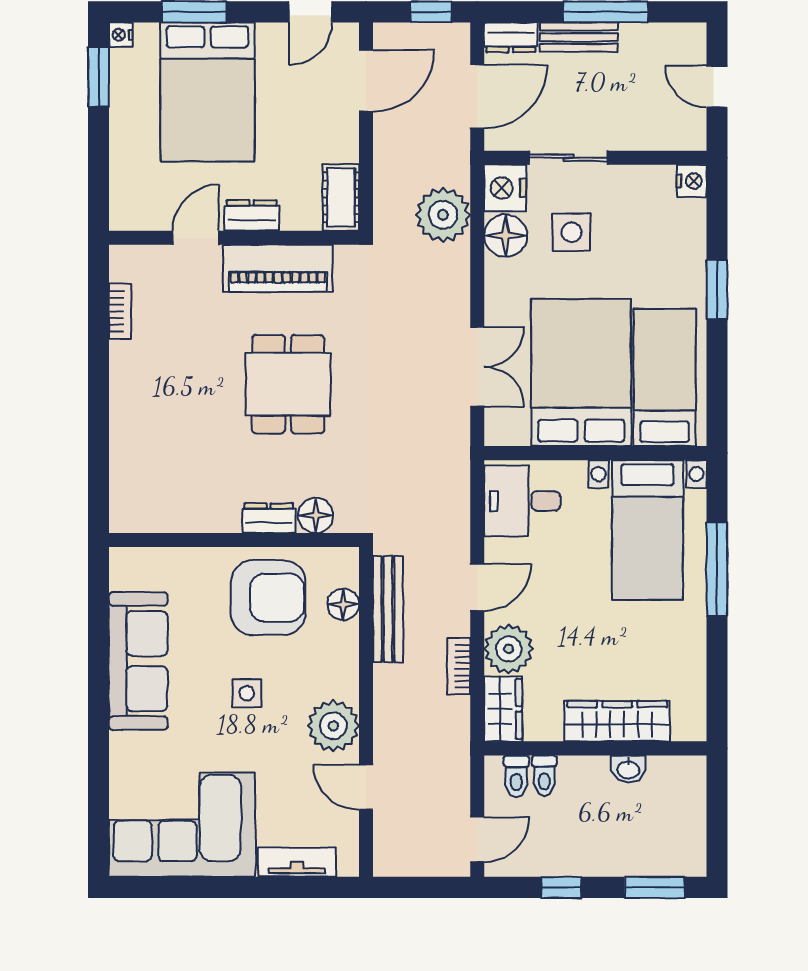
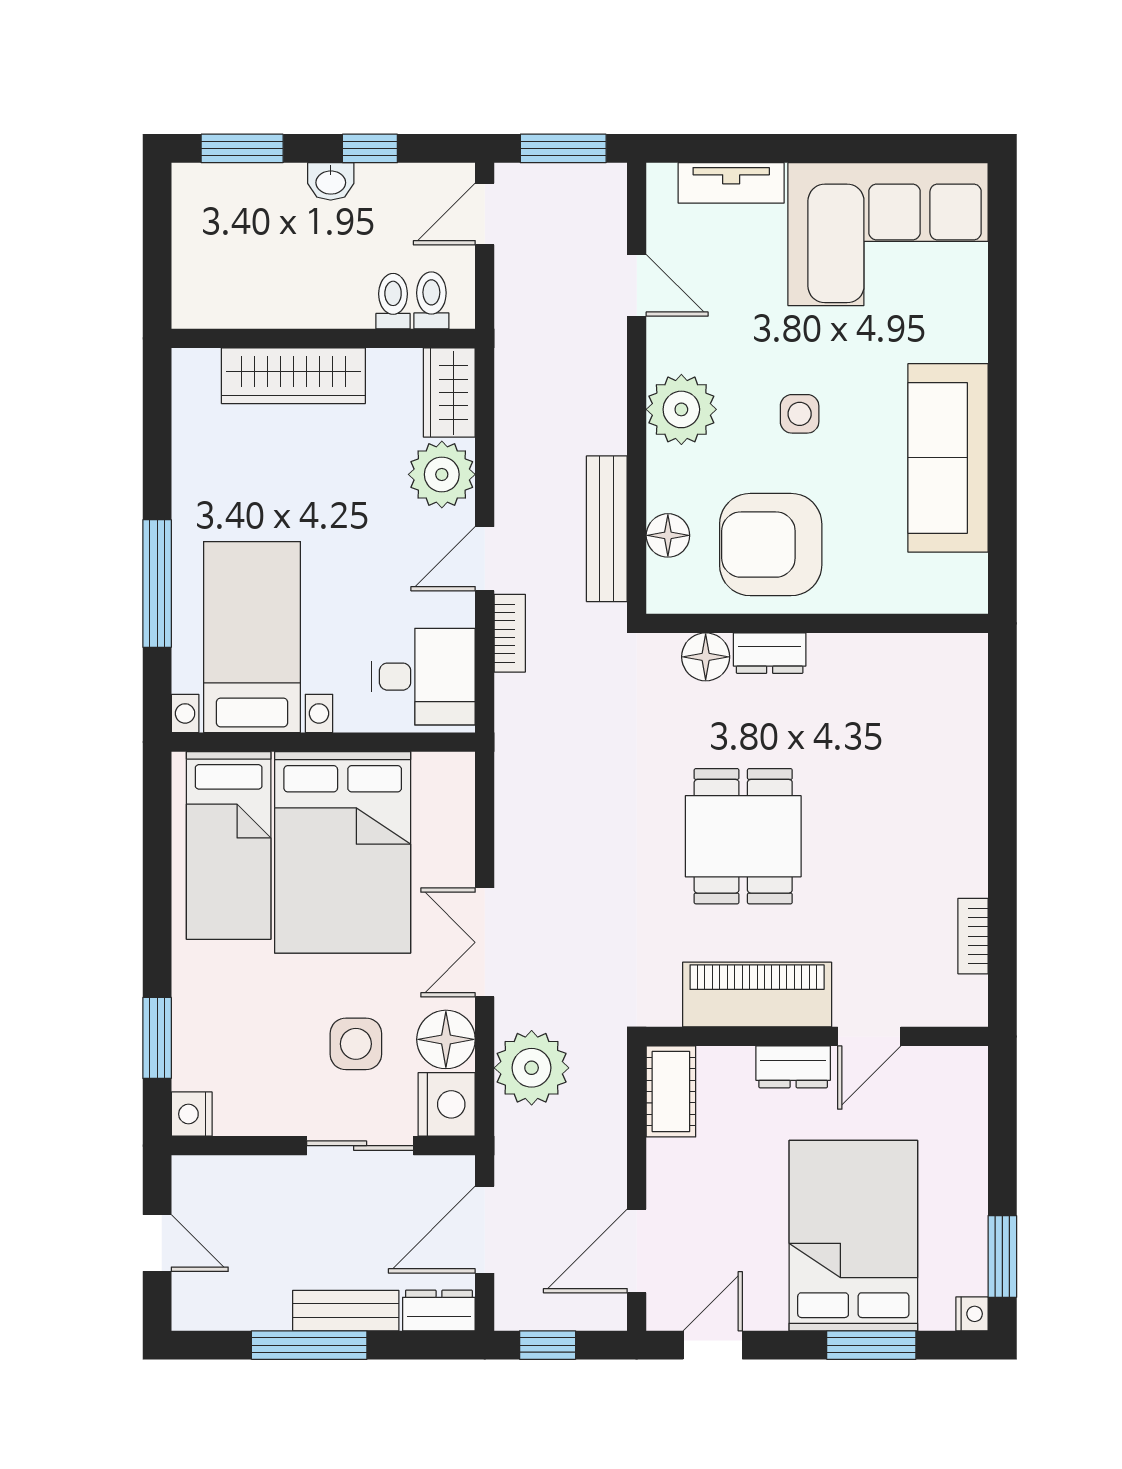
window: (717, 290) -> (157, 1038), moved
double door: (477, 367) -> (485, 942), moved
bookcase: (459, 666) -> (510, 633), moved
plant: (333, 726) -> (681, 409), moved
washbasin: (628, 769) -> (331, 181), moved, turned 180
window: (420, 887) -> (563, 148), added

